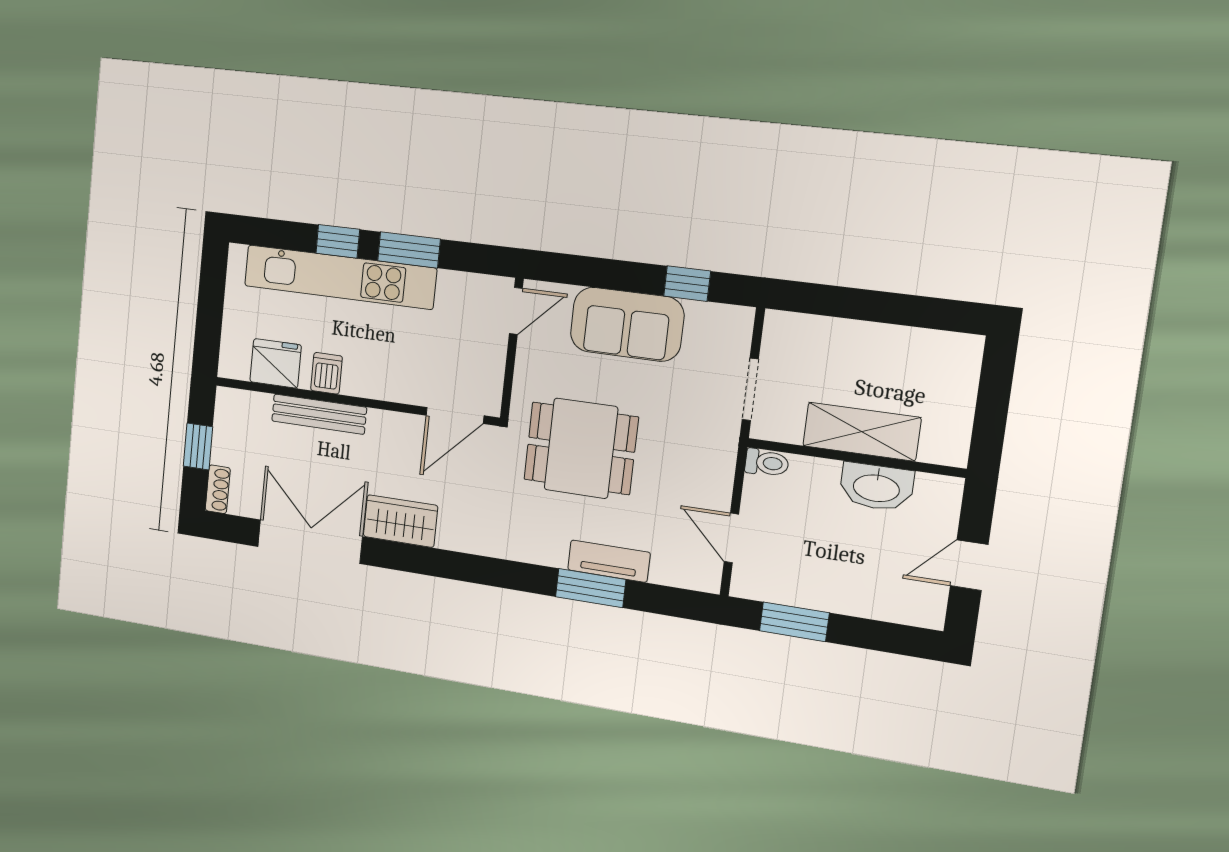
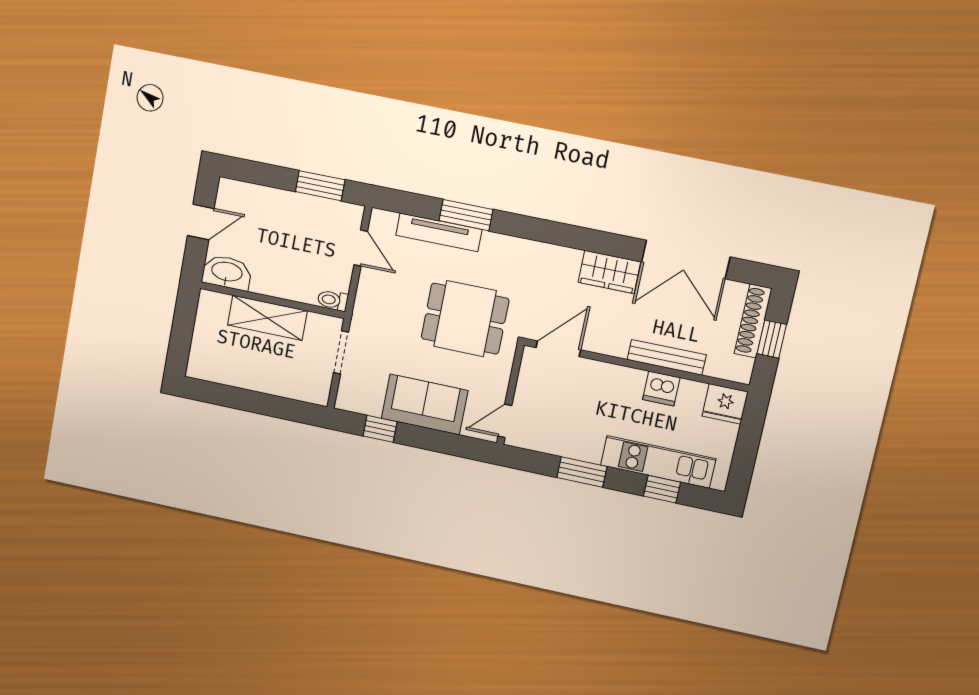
window: (338, 241) -> (662, 489), moved
kitchen unit: (340, 277) -> (658, 462), width x0.73
fridge: (276, 363) -> (725, 404), moved
dishwasher: (326, 373) -> (661, 388), width x1.38
washbasin: (876, 487) -> (227, 272), moved
shoe rack: (218, 489) -> (753, 321), width x1.94, depth x1.24
tv unit: (609, 561) -> (439, 232), width x1.41

